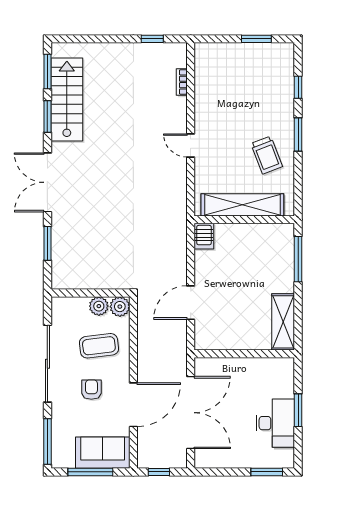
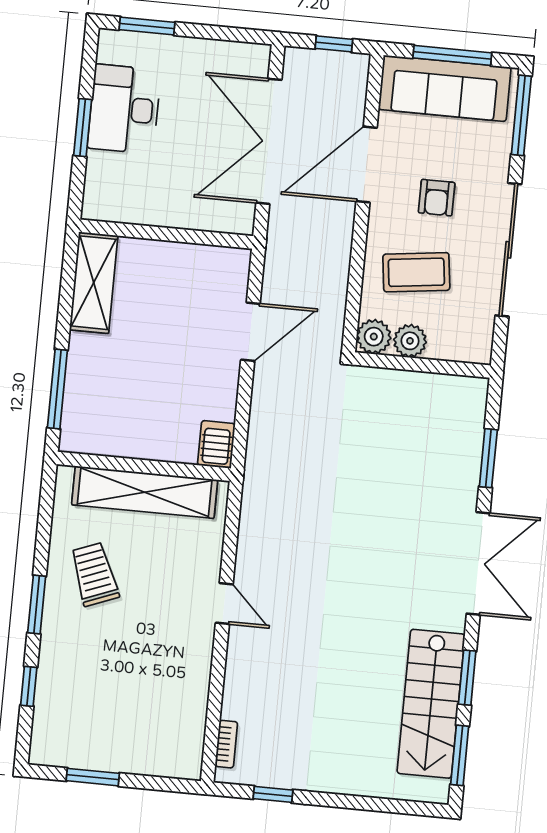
bookcase: (182, 82) -> (226, 744), moved
sofa: (103, 453) -> (445, 88), width x1.36

